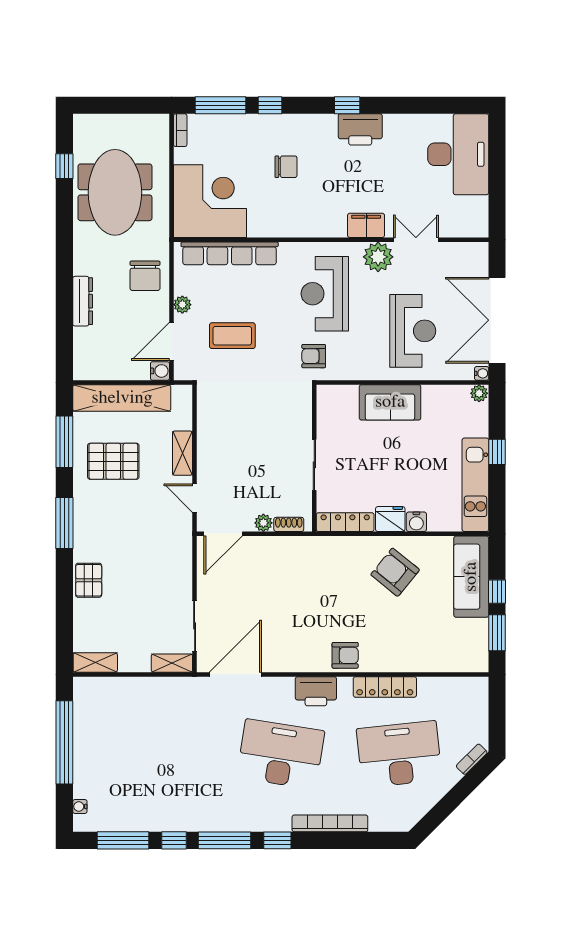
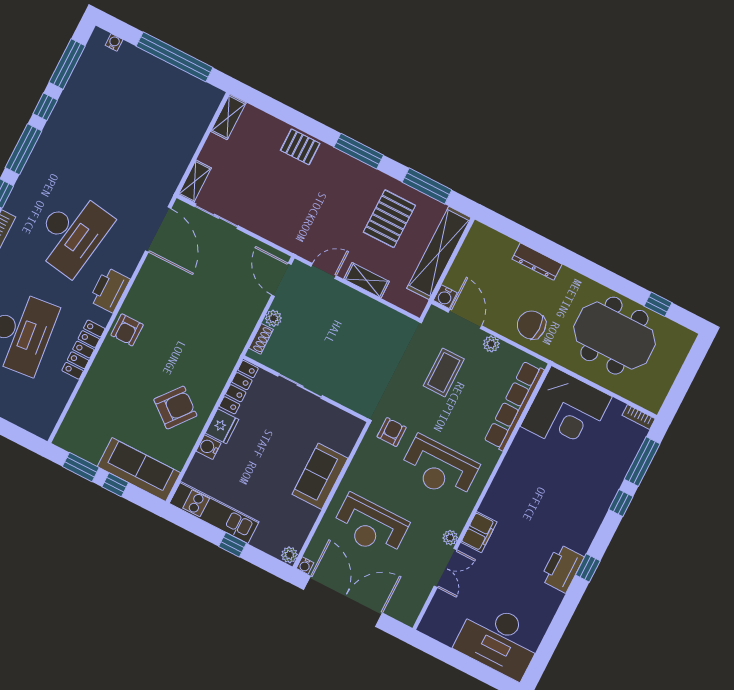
chair: (286, 167) -> (562, 490), removed
plant: (378, 257) -> (450, 538), width x0.53, depth x0.53
reception desk: (325, 294) -> (439, 468), turned 180

